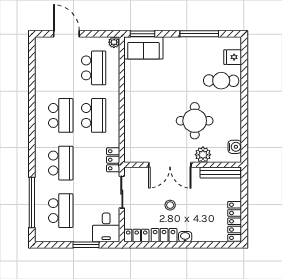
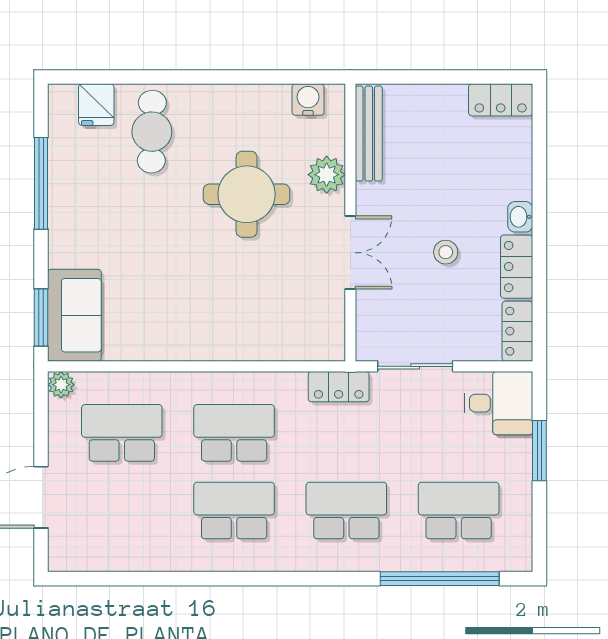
double door: (170, 165) -> (350, 253), width x0.73
locker: (235, 221) -> (501, 100), width x0.66

